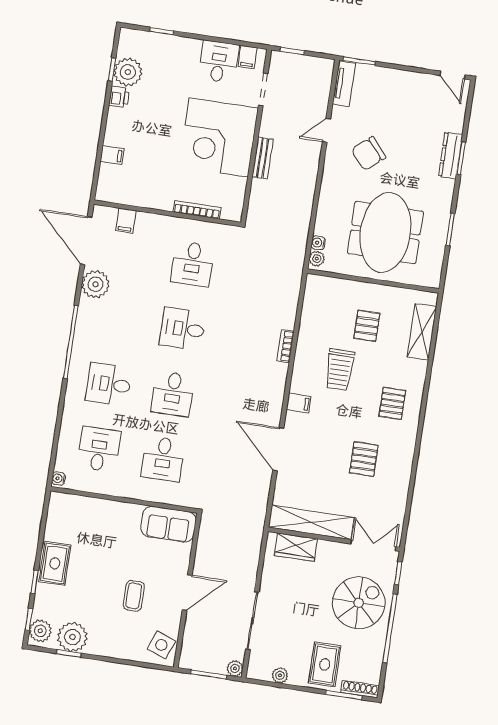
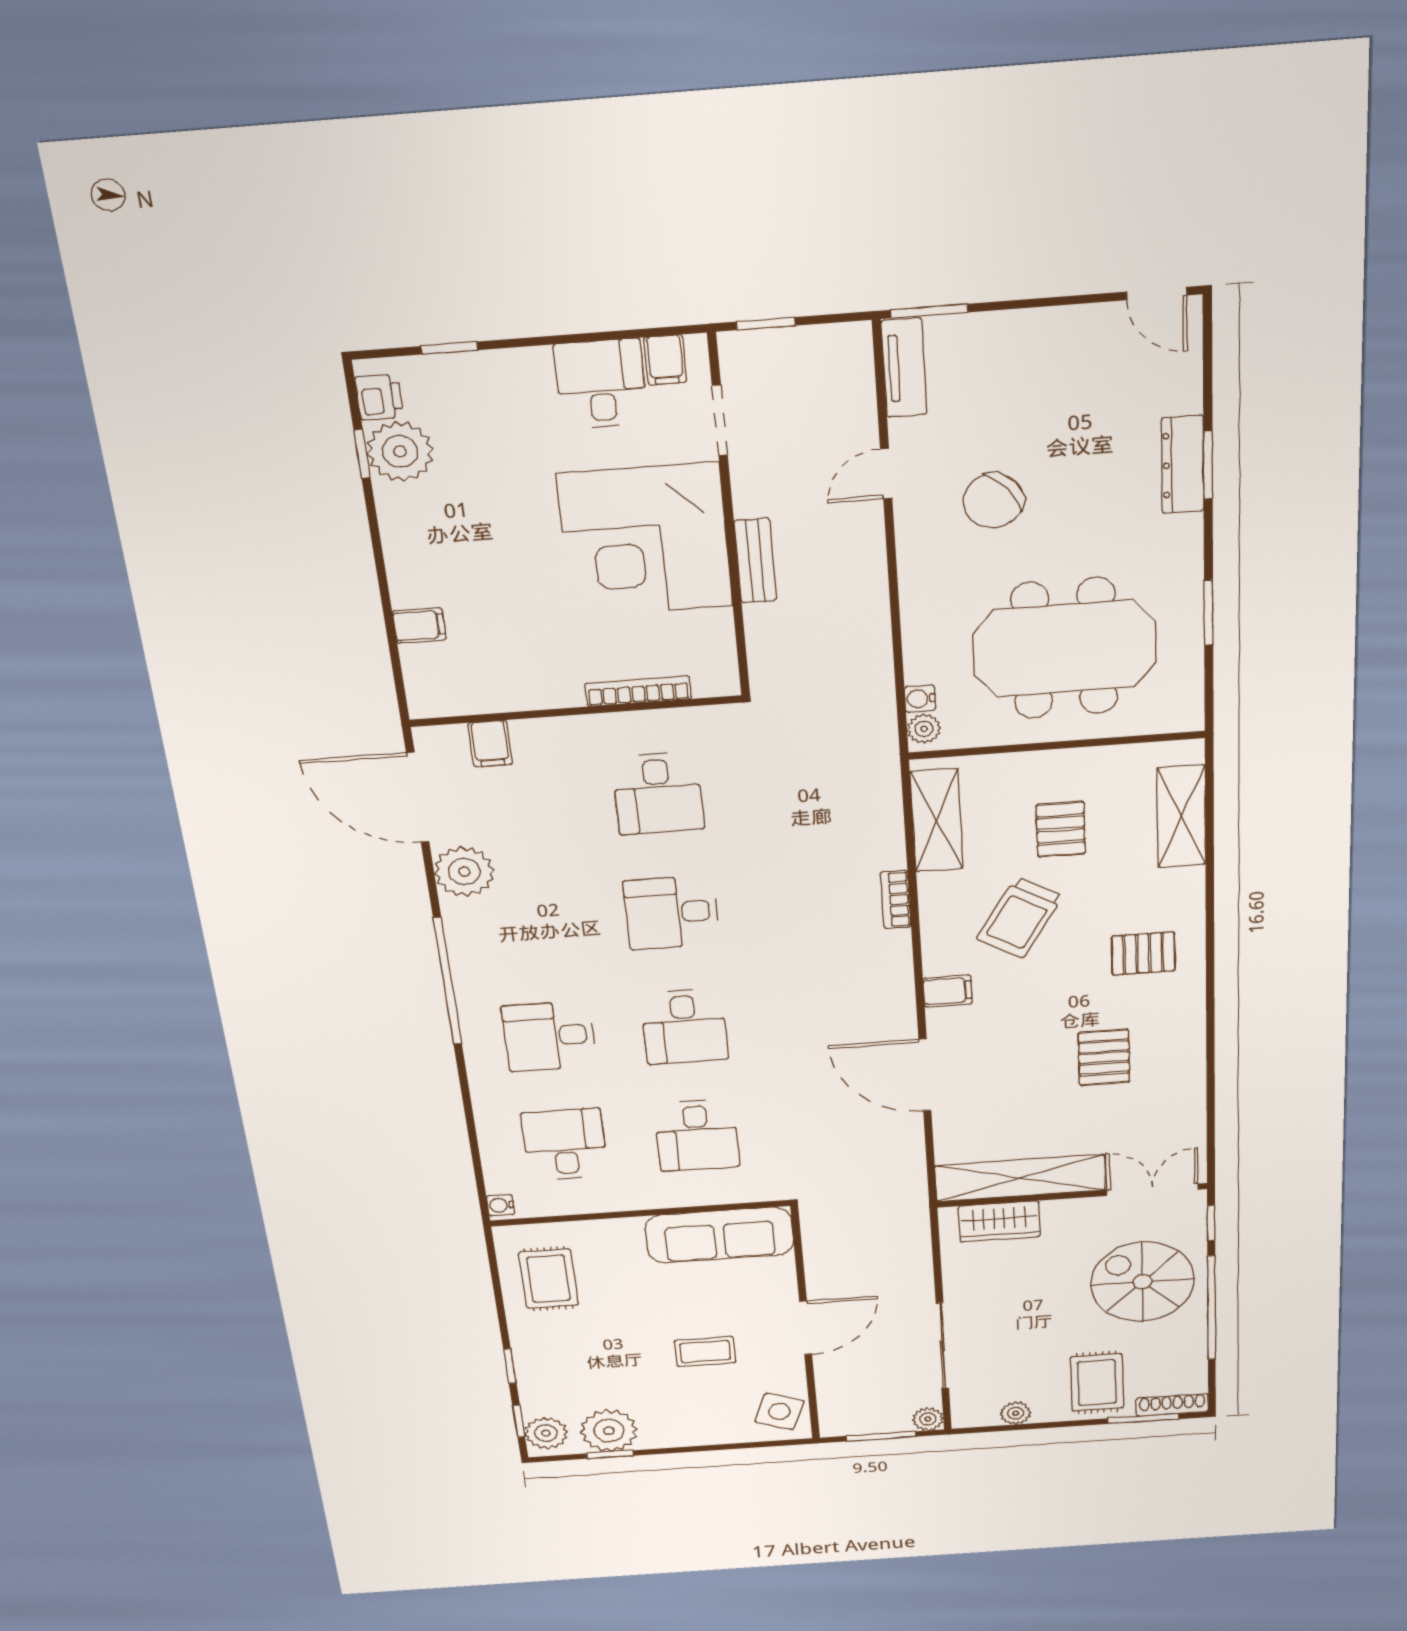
printer: (119, 97) -> (379, 397), moved
meeting table: (385, 232) -> (1064, 648), turned 90
shelving: (313, 308) -> (937, 820), added
trolley: (340, 370) -> (1020, 918), turned 31
pallet: (392, 403) -> (1143, 953), turned 90
sofa: (168, 524) -> (719, 1235), width x1.36
rug: (55, 563) -> (549, 1279), moved
coffee table: (134, 596) -> (705, 1352), turned 90
spiral stairs: (359, 603) -> (1142, 1282), turned -90

